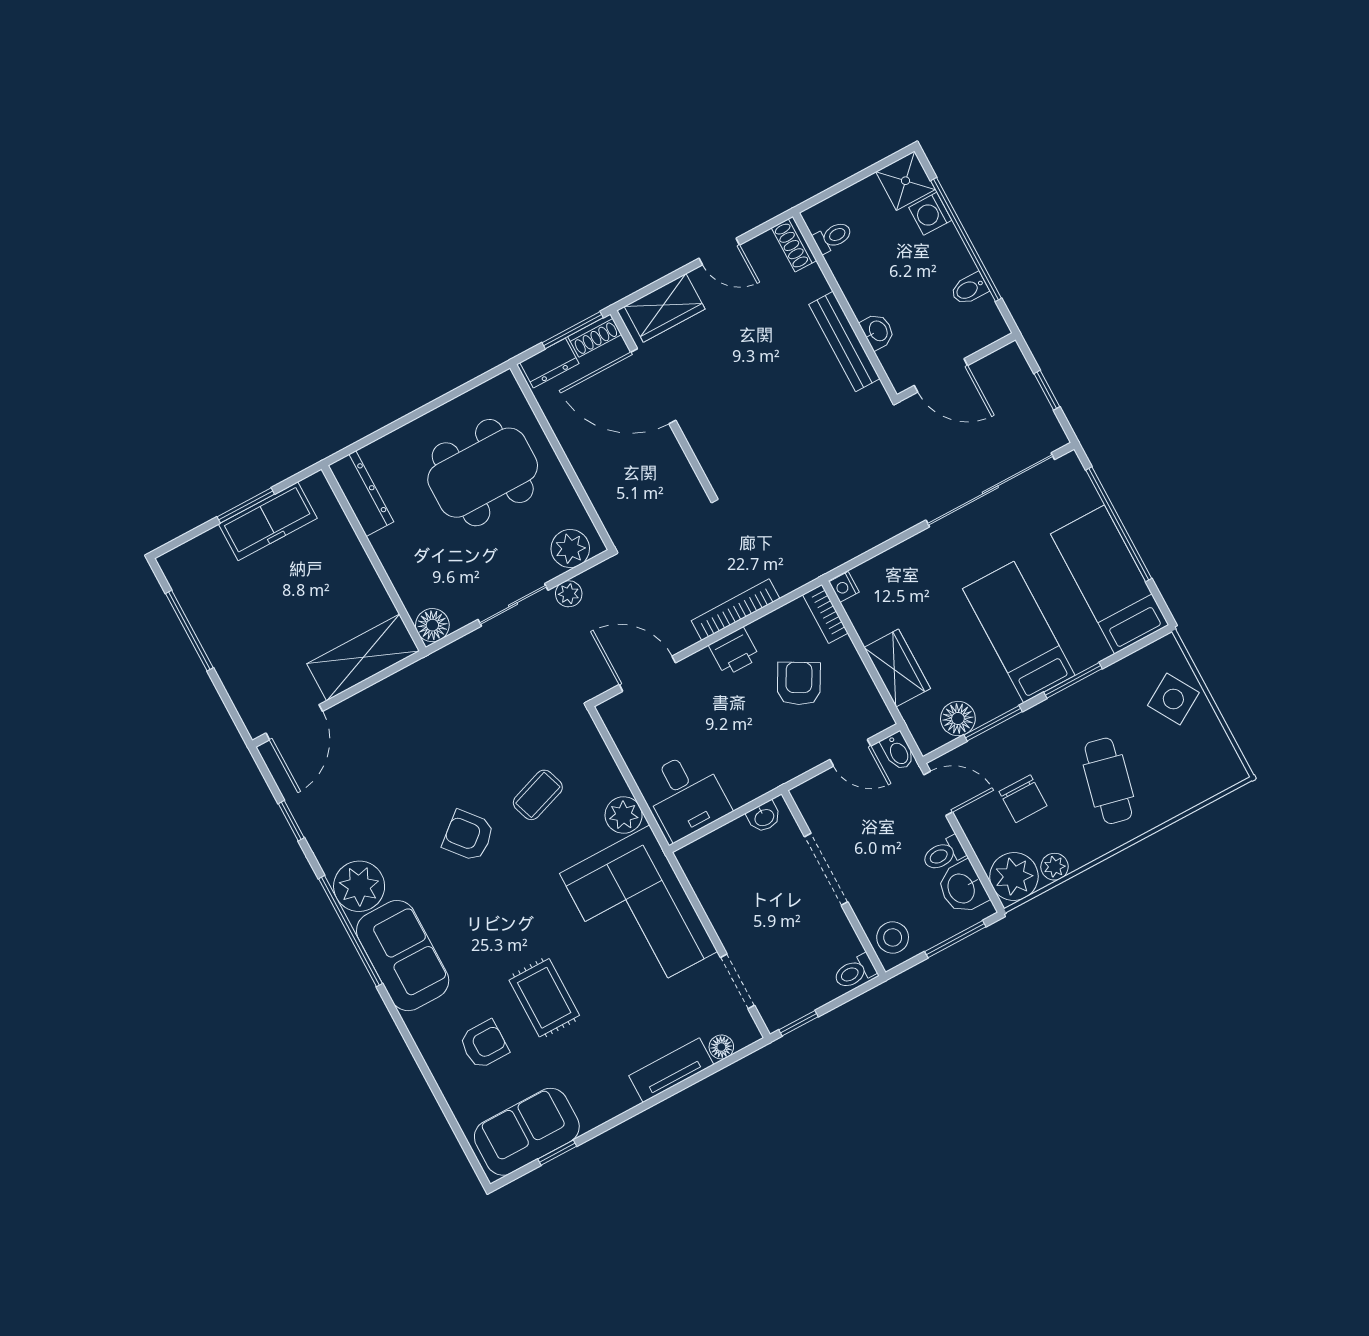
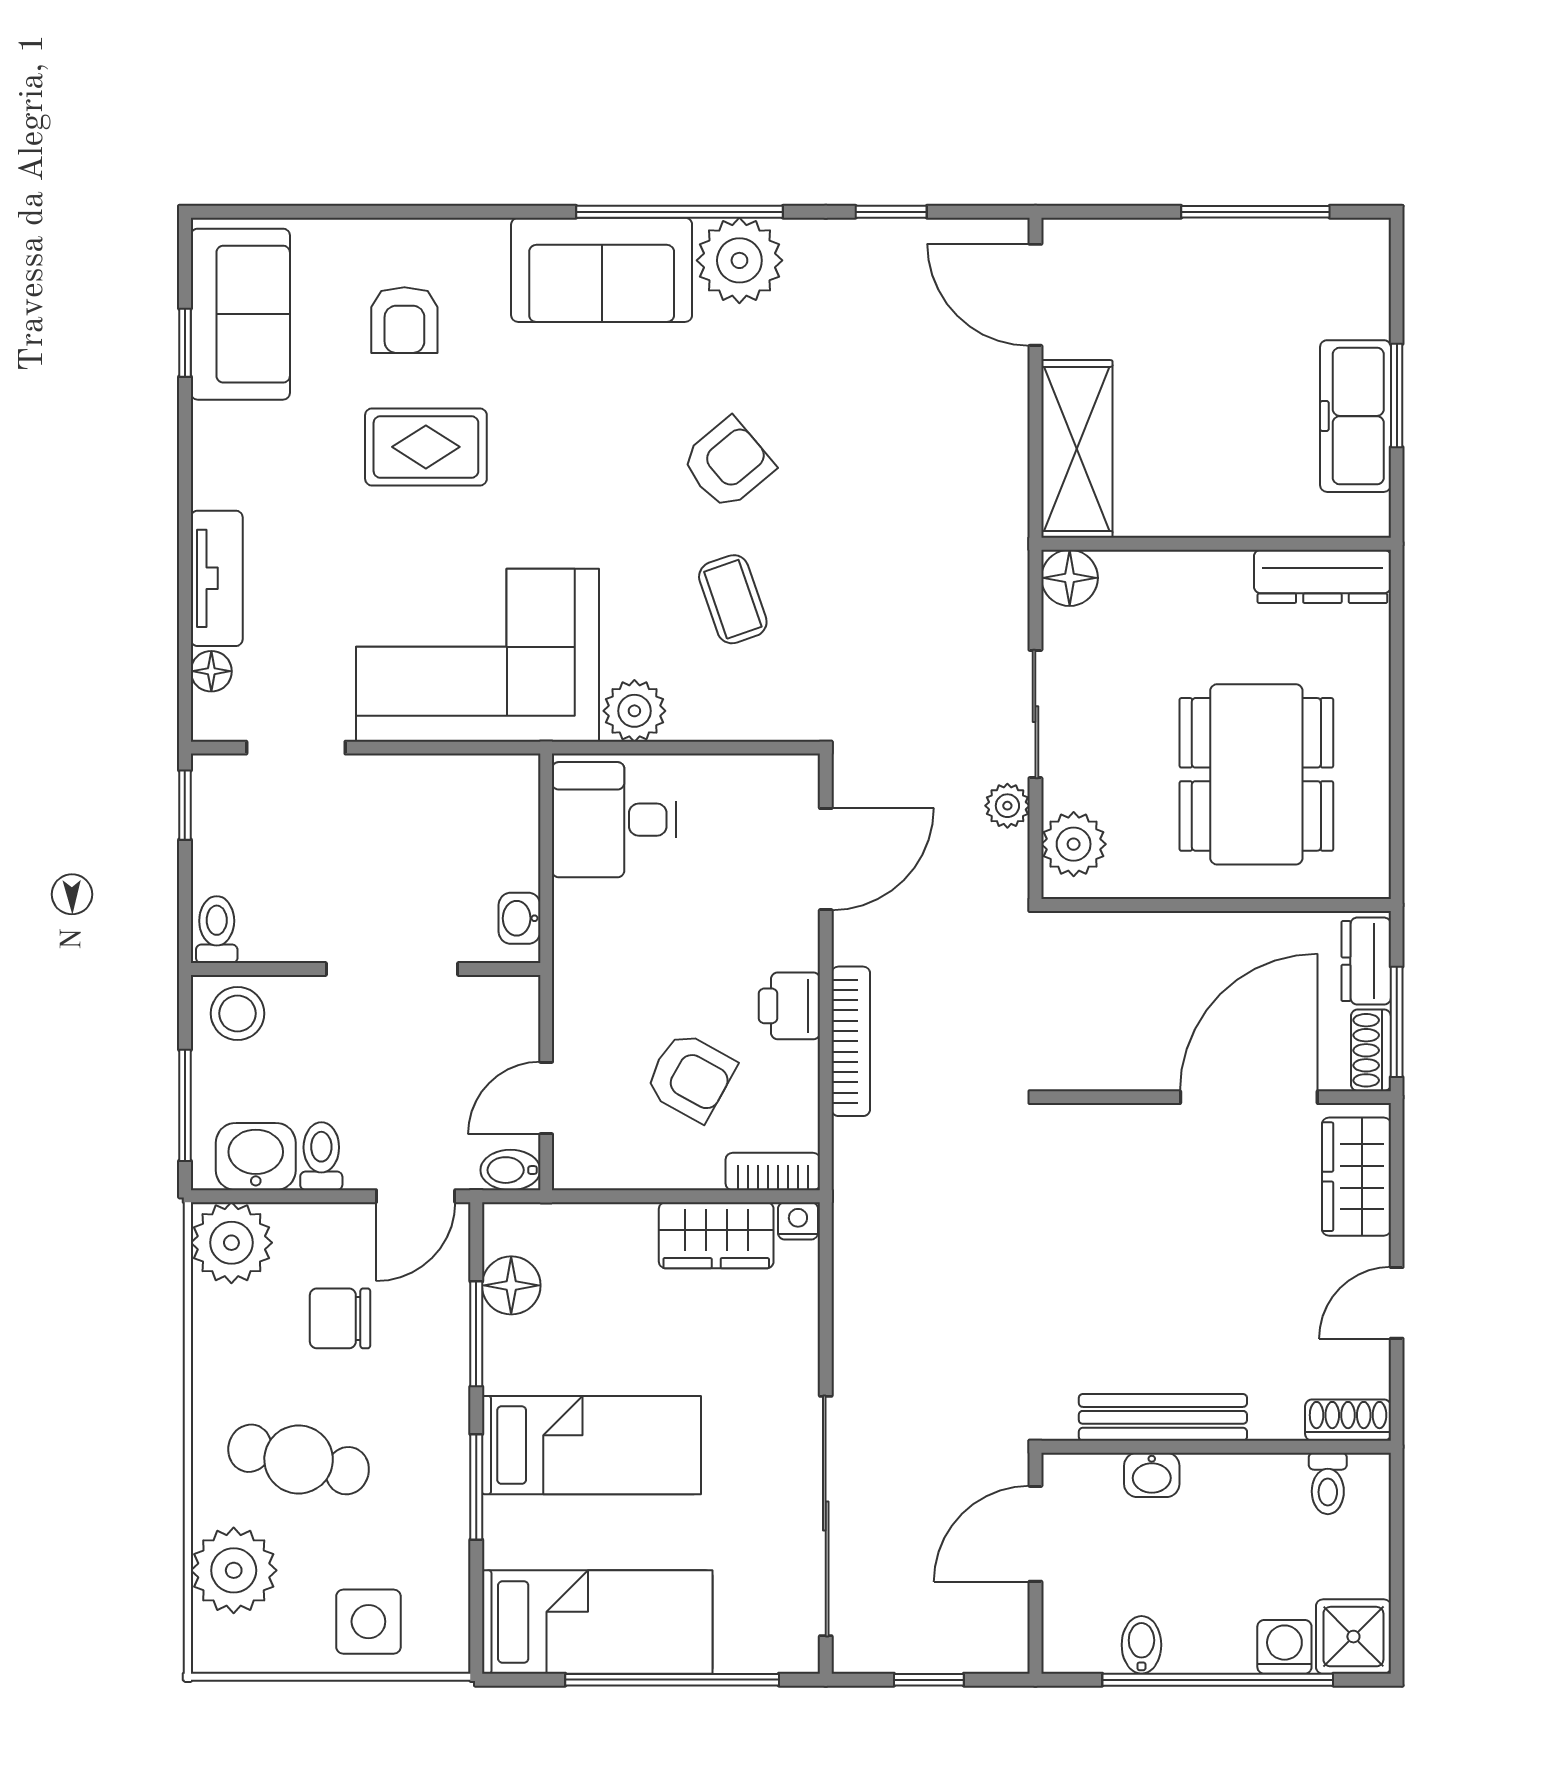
wardrobe: (897, 668) -> (716, 1235), moved
side table: (1173, 699) -> (368, 1622), turned 31
plant: (1055, 867) -> (234, 1570), moved, width x1.87, depth x1.87

